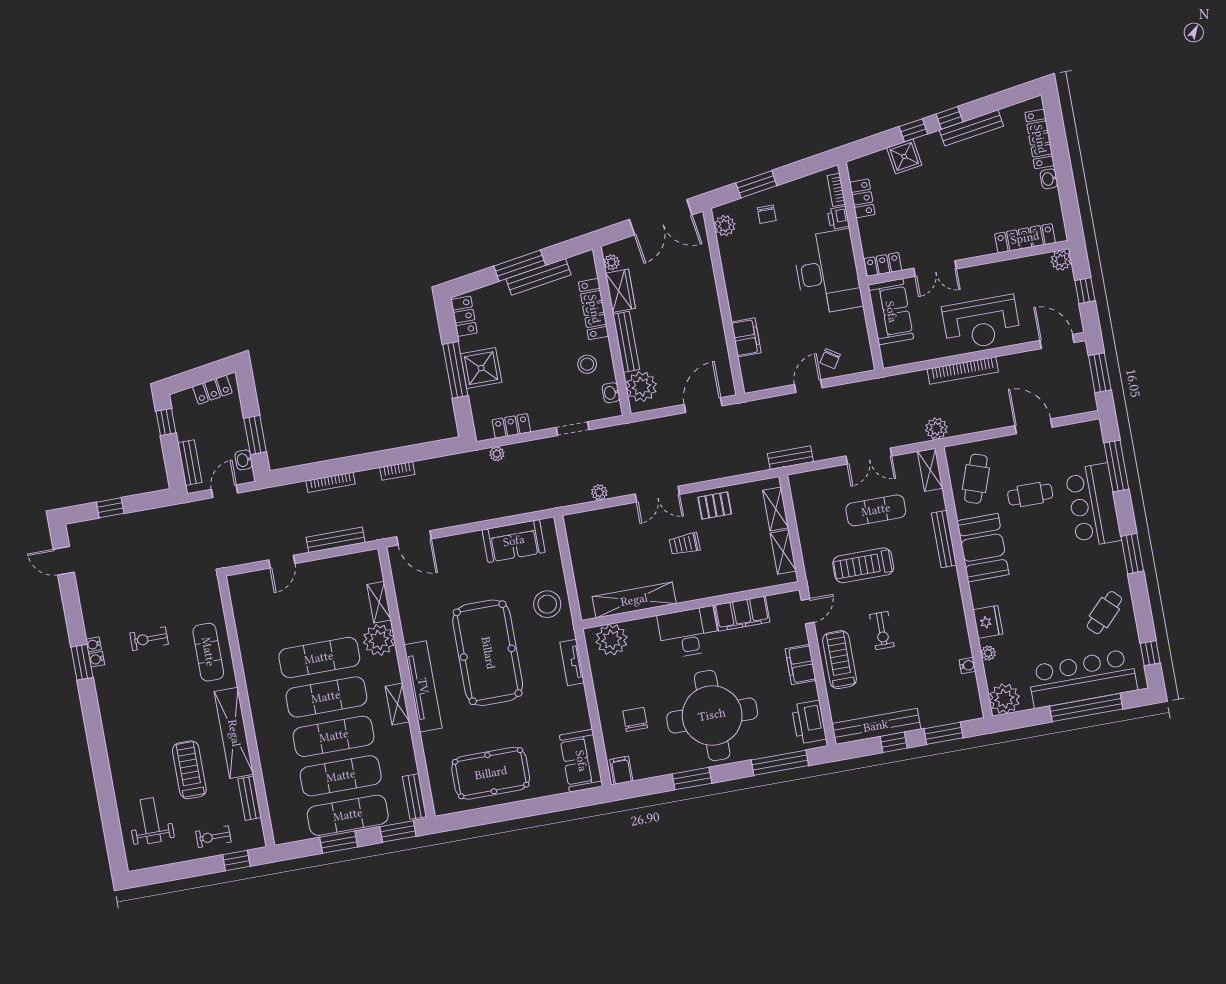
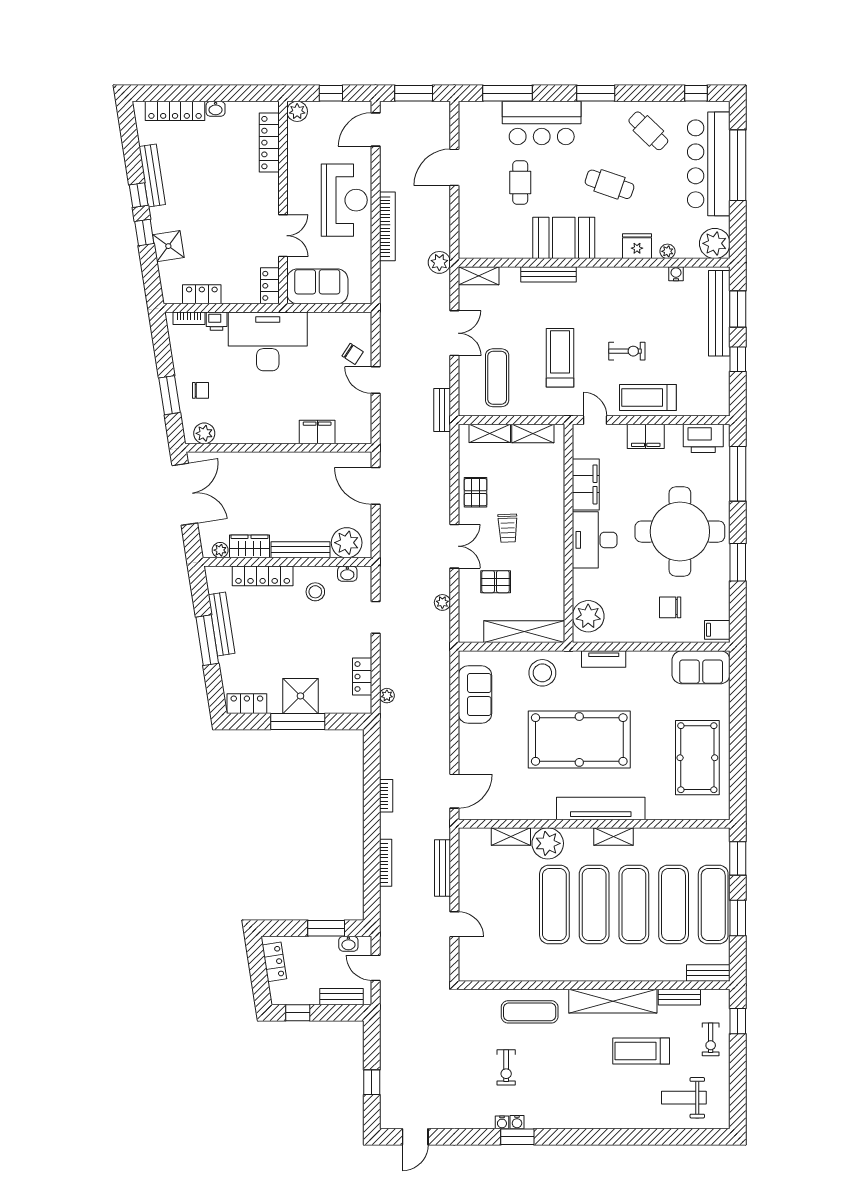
cafe table: (976, 479) -> (610, 184), moved
exercise mat: (876, 510) -> (497, 378), moved
pallet: (629, 541) -> (496, 582), added
treadmill: (863, 565) -> (560, 358), turned 180
shelving: (634, 600) -> (524, 632), moved, turned 90
bench: (876, 726) -> (719, 313), moved
bench: (415, 796) -> (708, 973), moved

